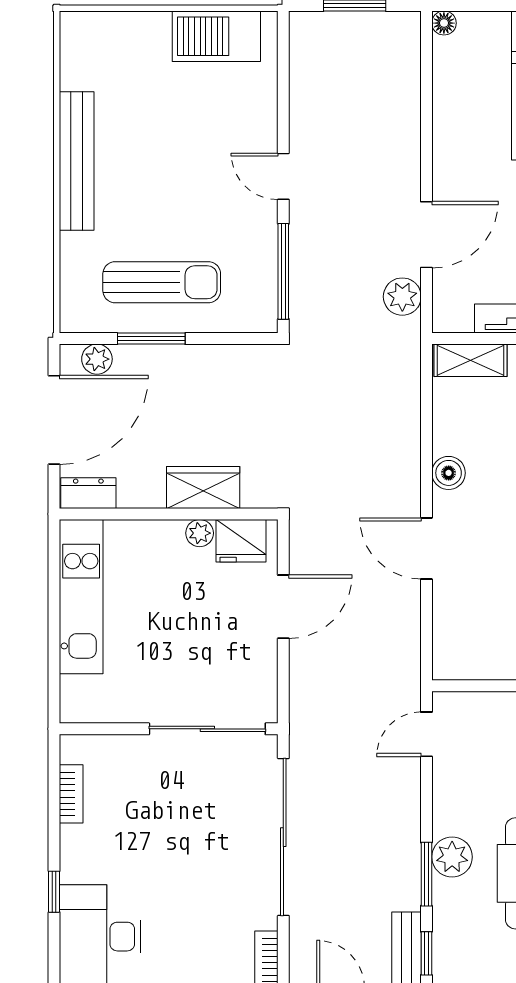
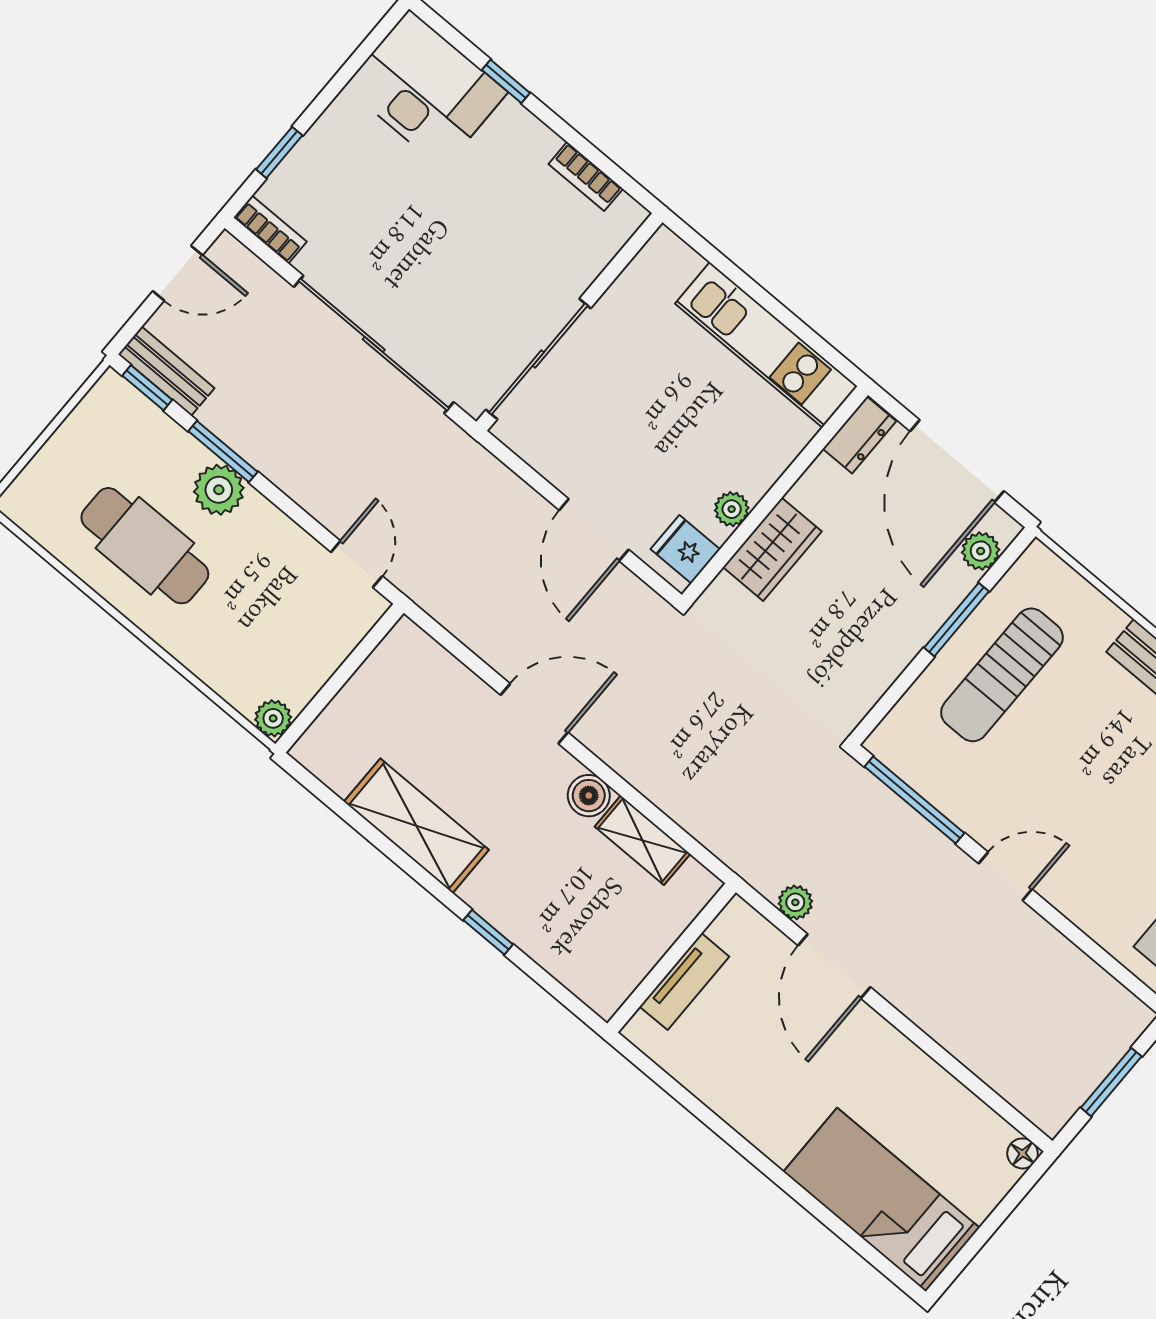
plant: (402, 297) -> (795, 902), width x0.73, depth x0.73
shelving: (471, 360) -> (642, 840), moved, turned 90
fridge: (241, 541) -> (685, 549), width x0.72

